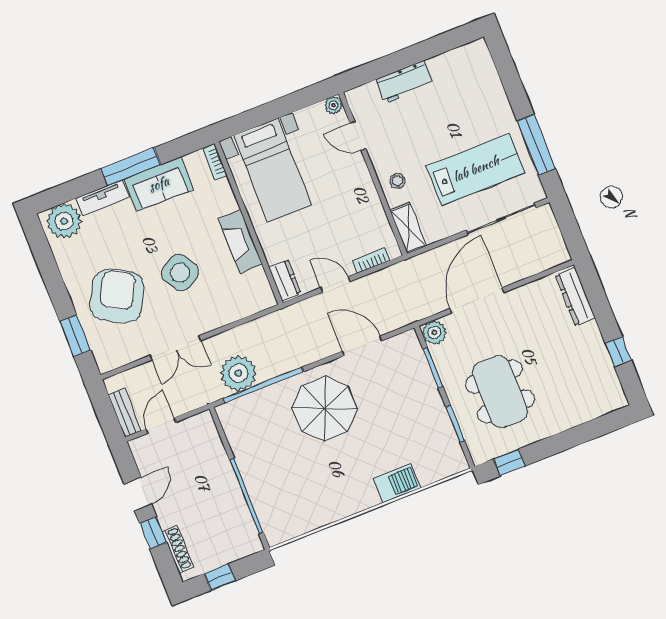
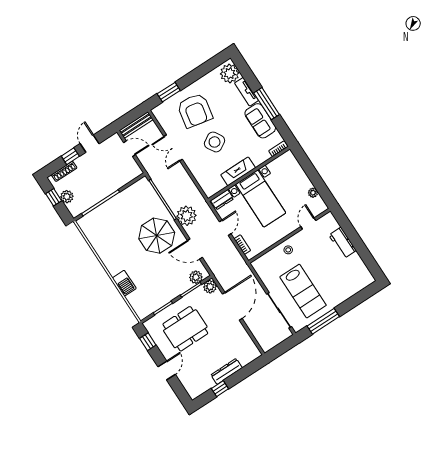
plant: (333, 105) -> (313, 193), moved
bed with nightstands: (273, 170) -> (261, 199), moved, turned -90
shelving: (408, 228) -> (264, 261), removed
armchair: (117, 296) -> (195, 110), turned 73
dresser: (575, 296) -> (227, 371), moved
door: (477, 300) -> (232, 306), hinge flipped
door: (362, 346) -> (195, 249), swing flipped
plant: (412, 354) -> (196, 277), added
plant: (238, 373) -> (187, 216), moved
bench: (125, 413) -> (136, 125), width x1.36
door: (567, 440) -> (167, 371), added
door: (138, 494) -> (90, 144), swing flipped
plant: (223, 553) -> (67, 197), added

